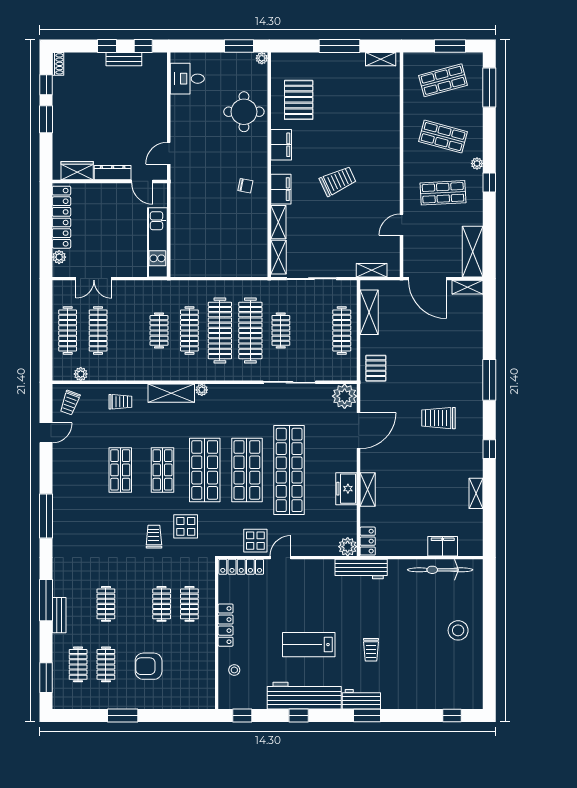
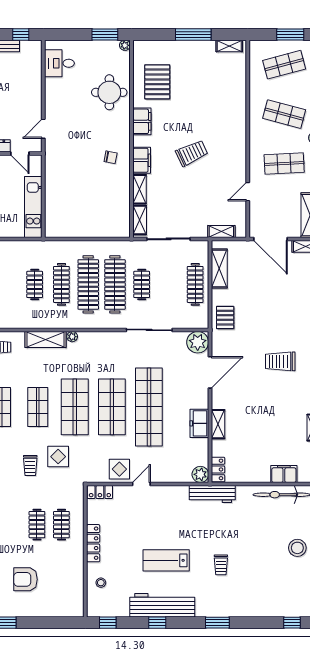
trolley: (154, 537) -> (30, 465), turned 180
locker: (241, 567) -> (100, 492), width x0.66
workbench: (361, 699) -> (212, 608), removed

